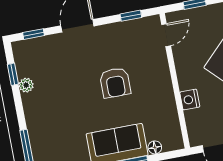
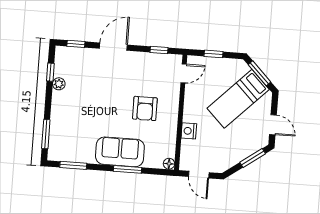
armchair: (115, 83) -> (145, 108), moved
floor lamp: (155, 147) -> (169, 164), moved

